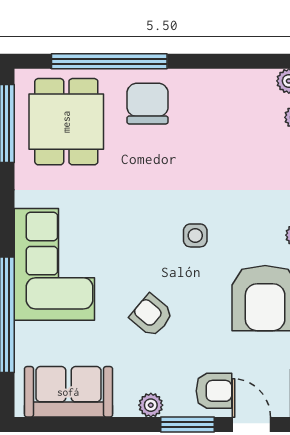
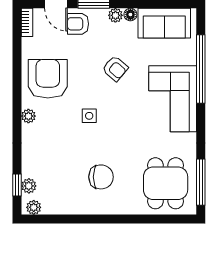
window: (109, 61) -> (140, 219), removed
chair: (148, 104) -> (101, 177), moved, turned -90
floor lamp: (126, 406) -> (130, 15), added

